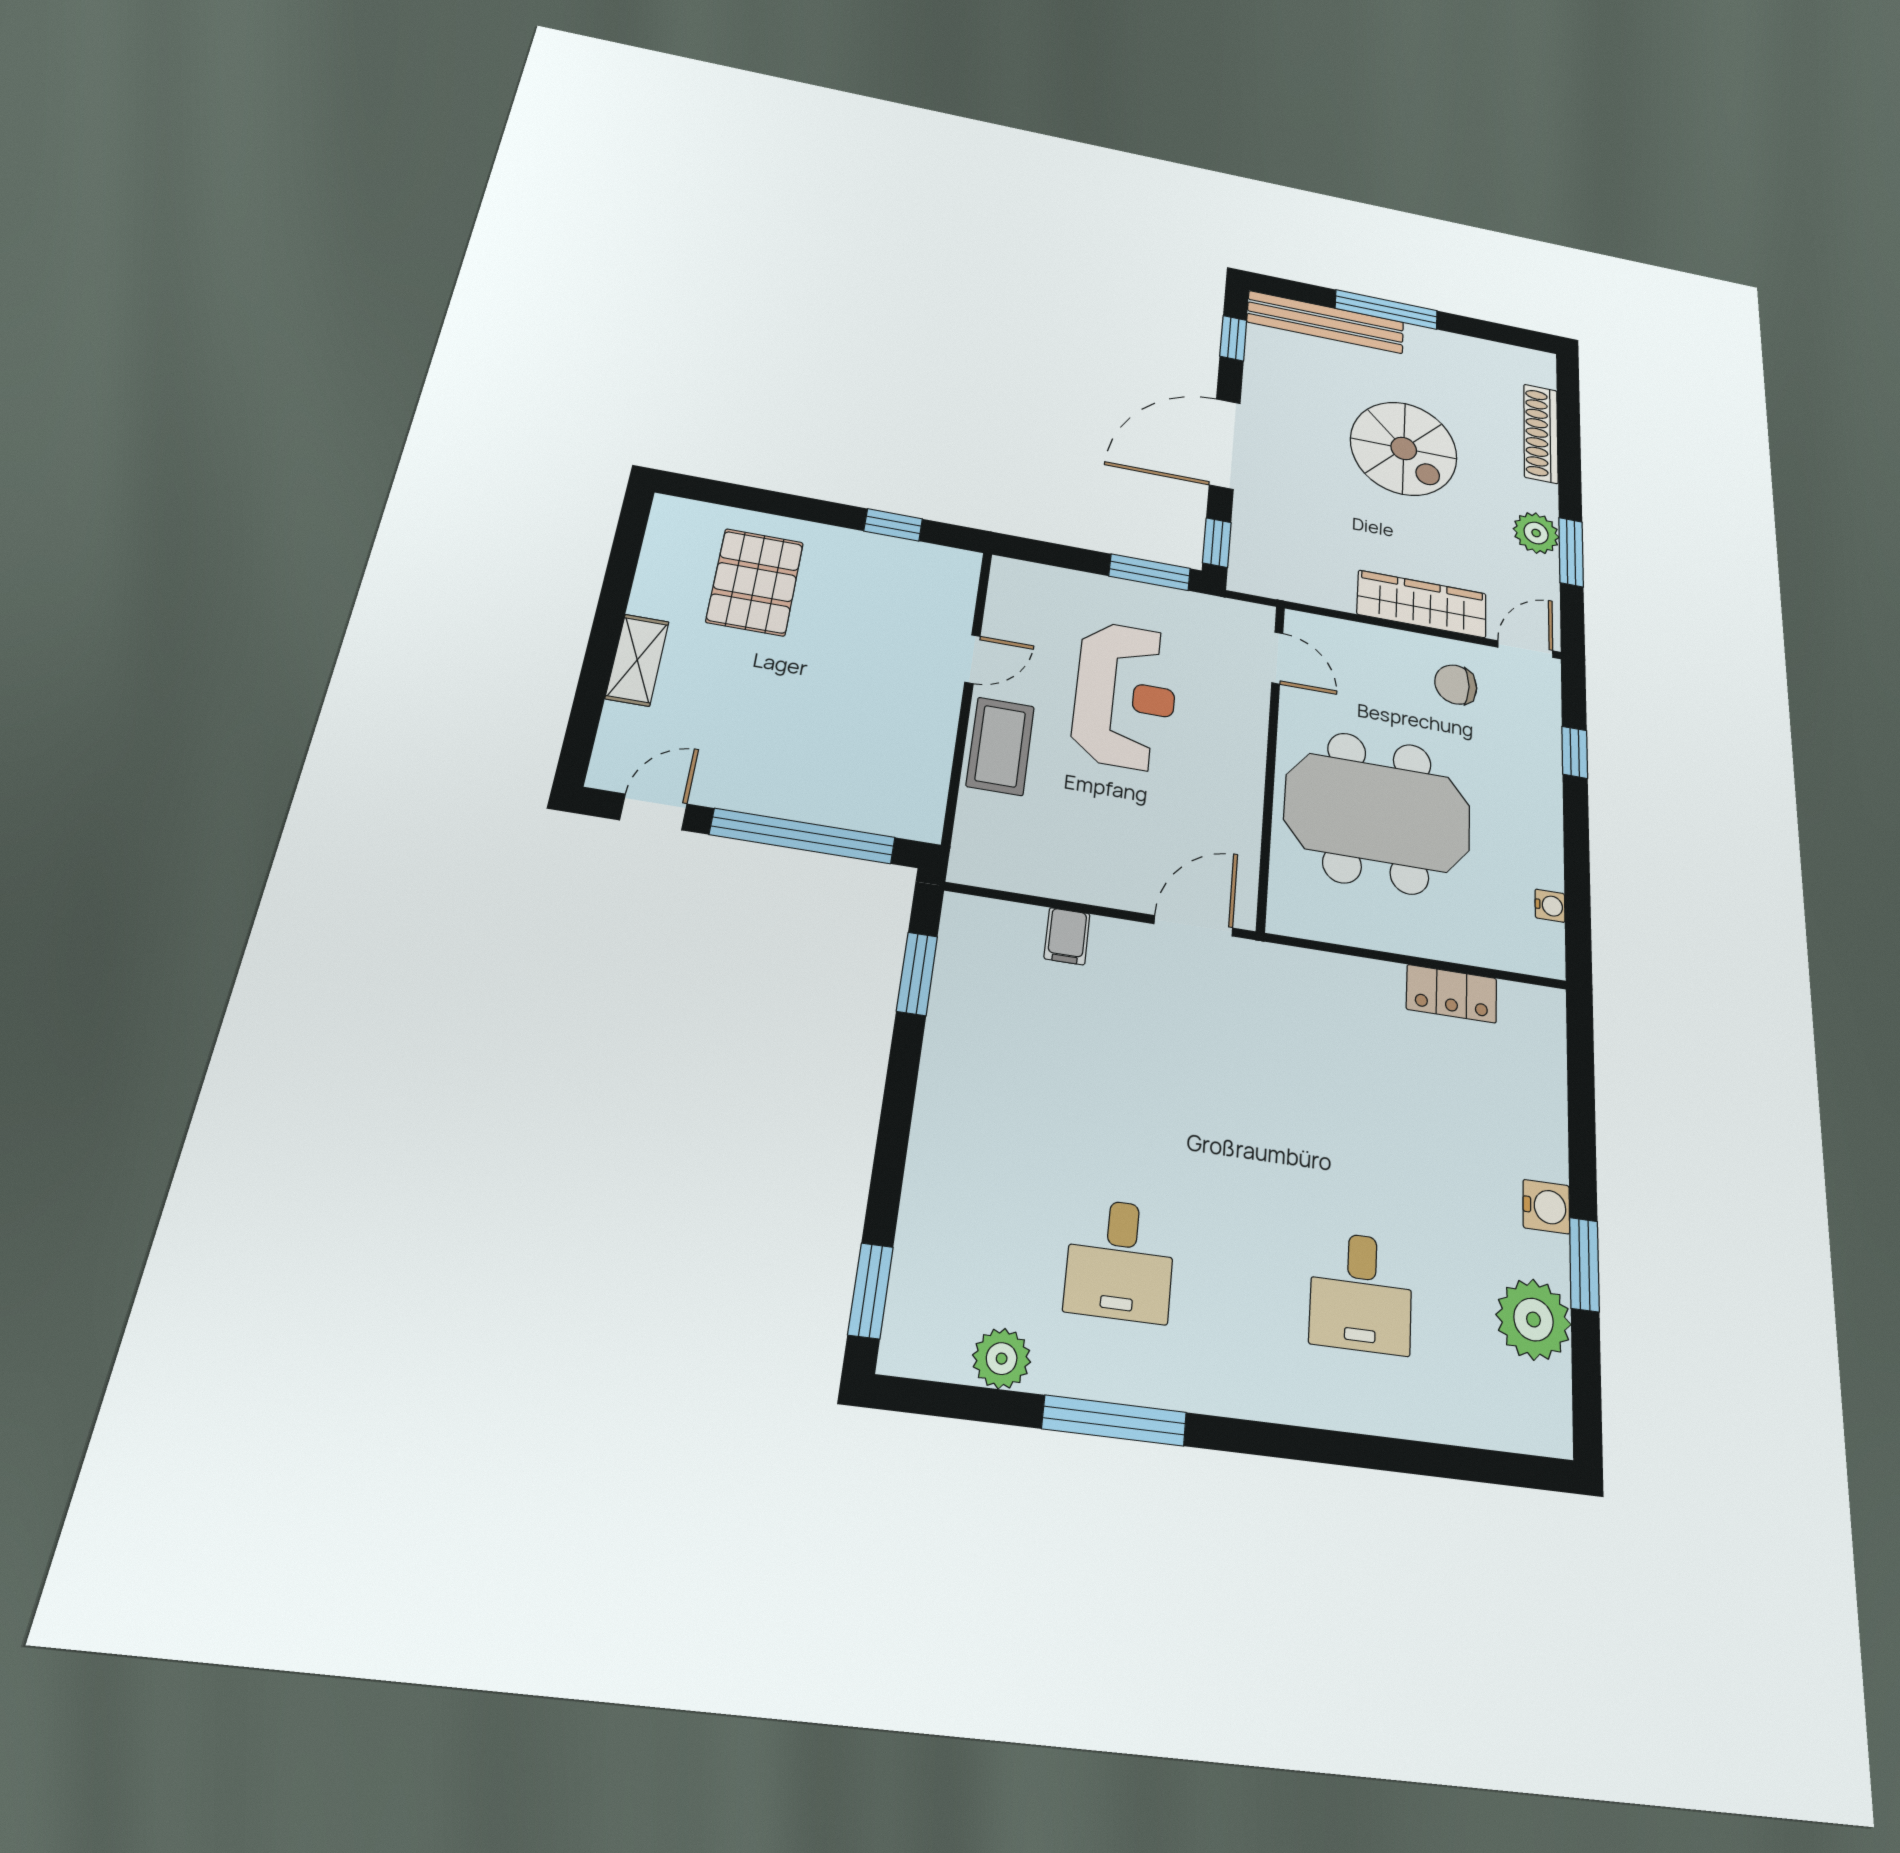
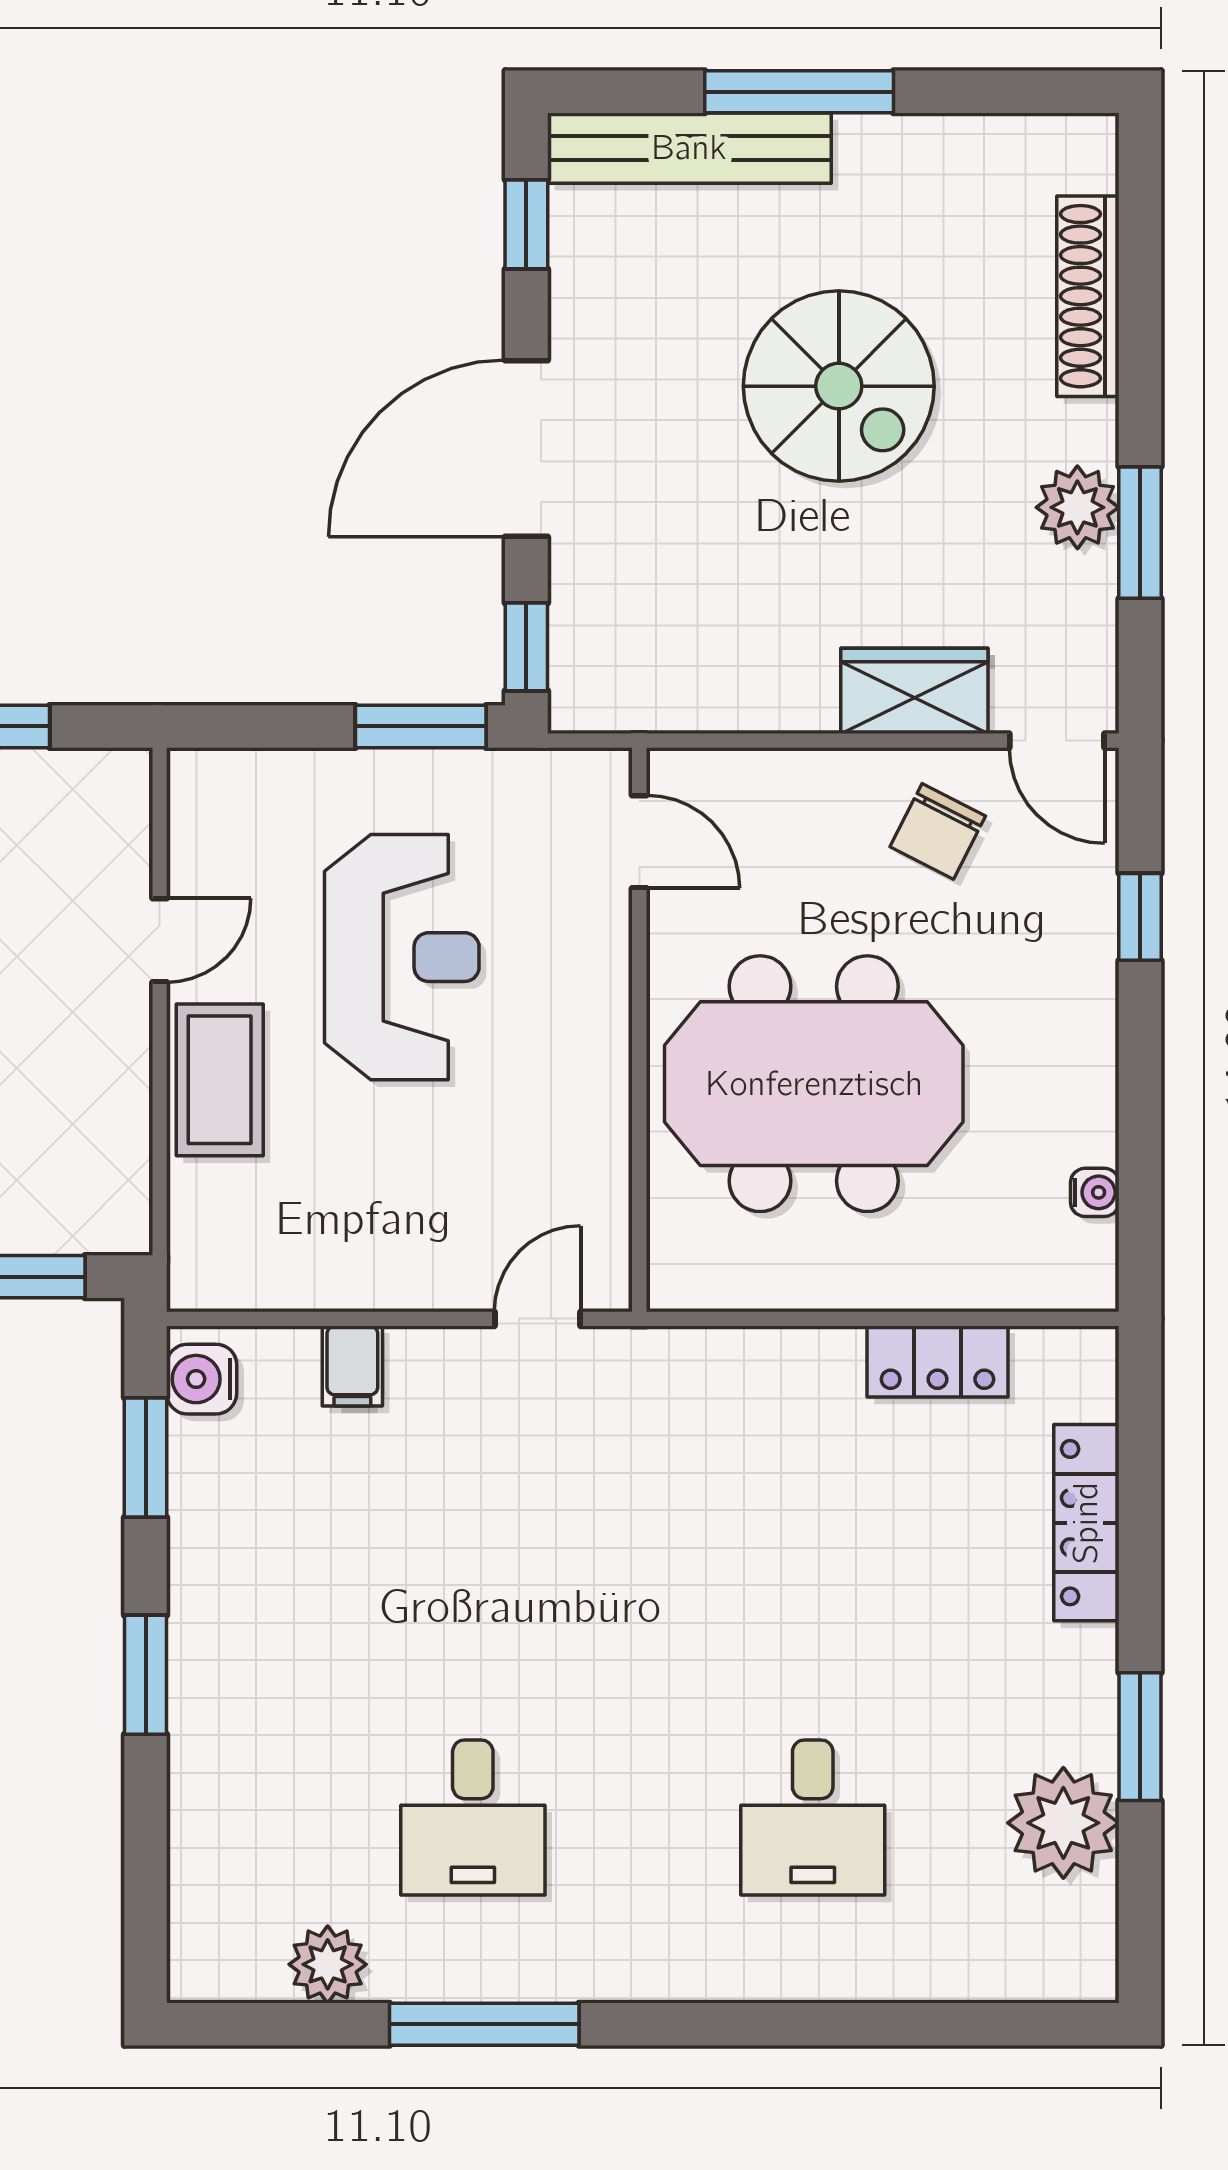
wardrobe: (1422, 604) -> (914, 691), width x0.67
door: (1525, 649) -> (1057, 741), swing flipped
chair: (1456, 685) -> (938, 831), turned -63
door: (1193, 926) -> (537, 1319), width x0.73
locker: (1547, 1113) -> (1086, 1523), added
water cooler: (1546, 1207) -> (202, 1379), moved, turned 180
window: (870, 1291) -> (146, 1675), moved

